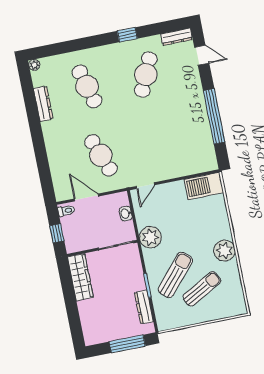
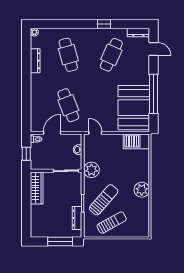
booth: (191, 141) -> (134, 108), added
door: (145, 186) -> (95, 133), swing flipped
door: (86, 197) -> (52, 133), hinge flipped
sun lounger: (202, 289) -> (112, 223), moved

